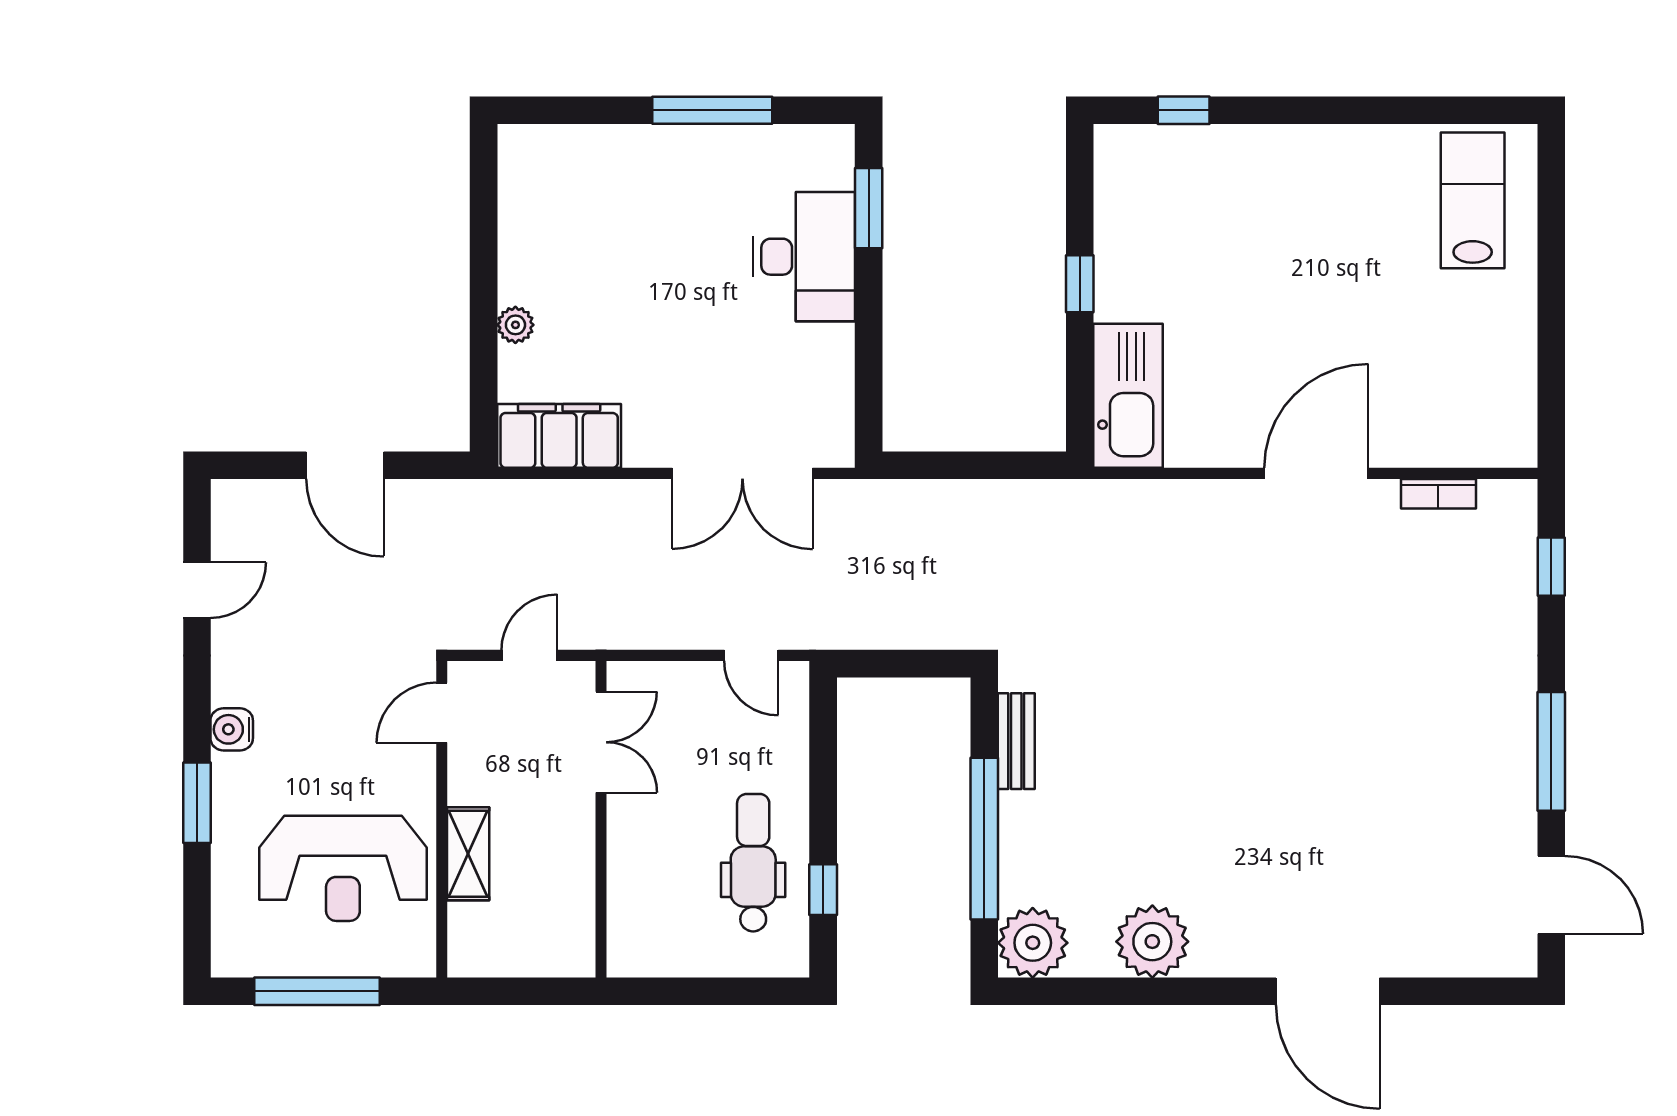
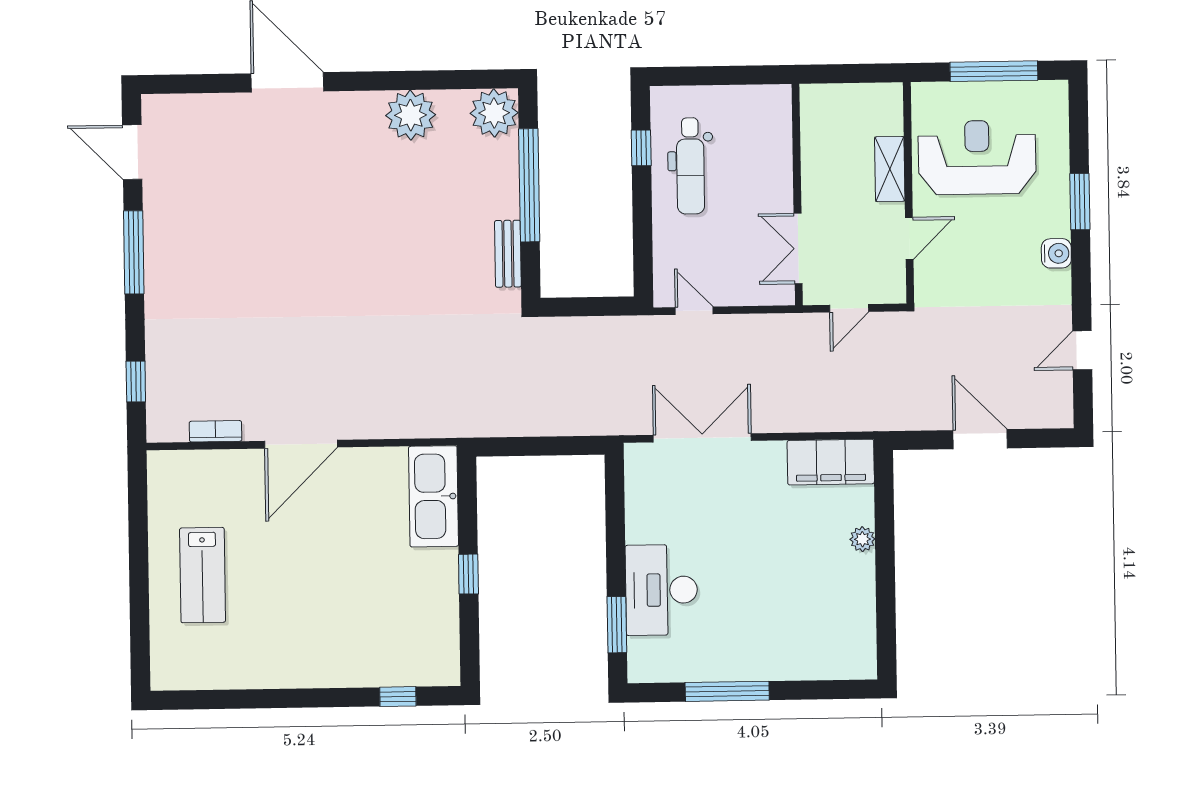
lab bench: (1473, 200) -> (203, 575), moved
door: (442, 713) -> (909, 238), moved

